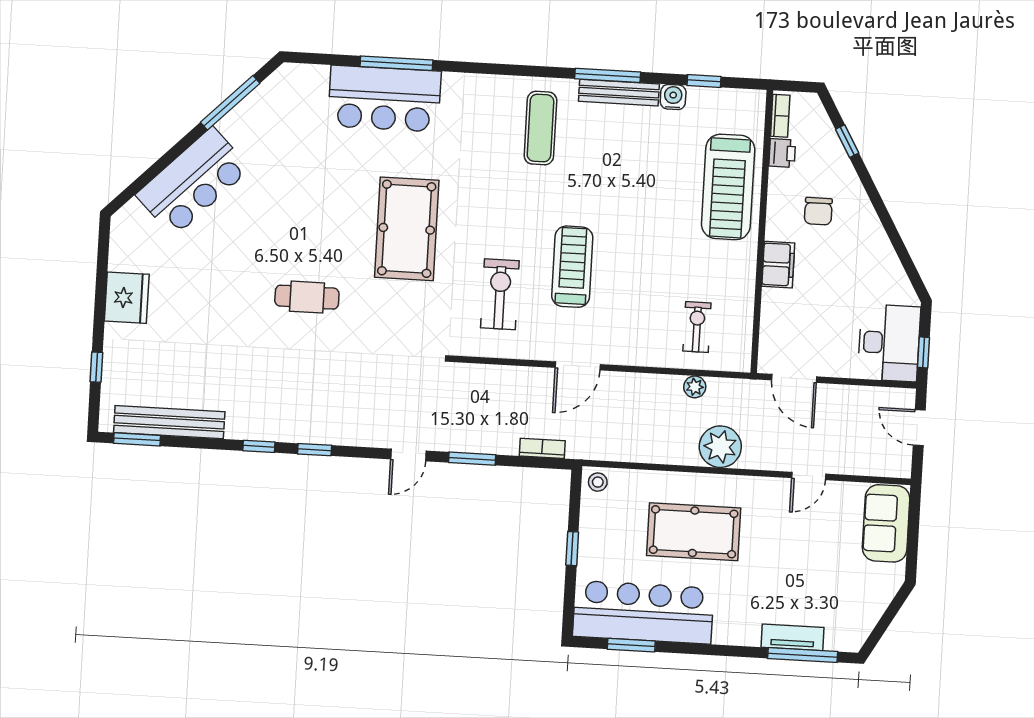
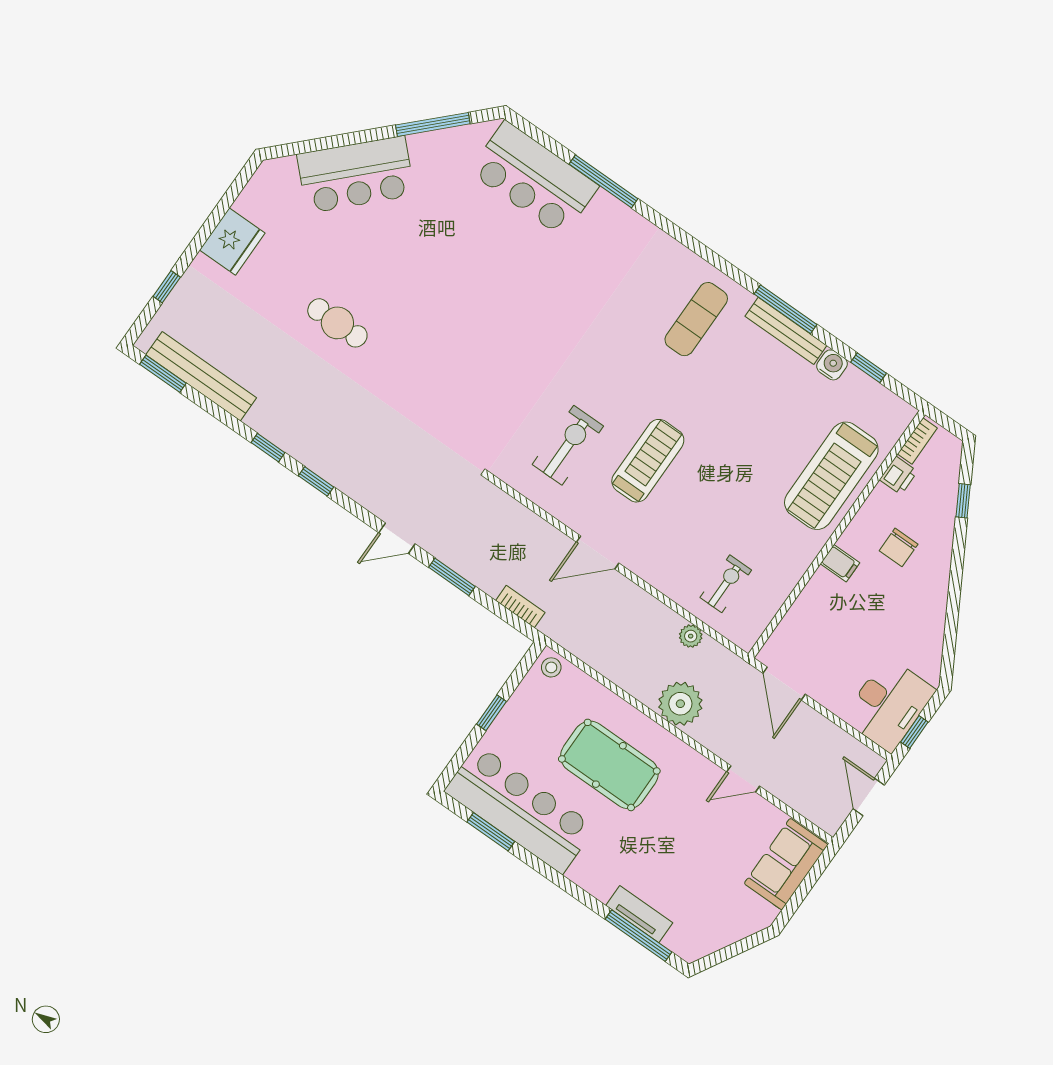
bar counter: (384, 99) -> (534, 179), moved
pool table: (407, 229) -> (521, 335), removed
filing cabinet: (778, 265) -> (840, 563), width x0.50
cafe table: (307, 297) -> (337, 323), moved

